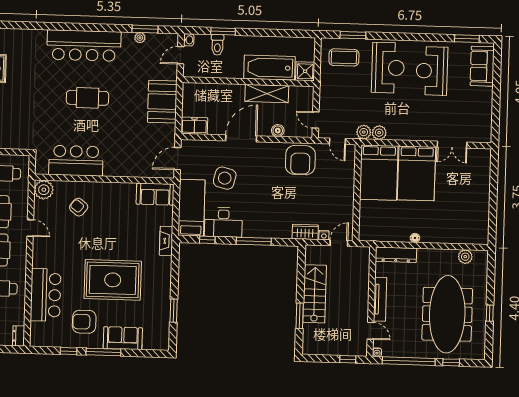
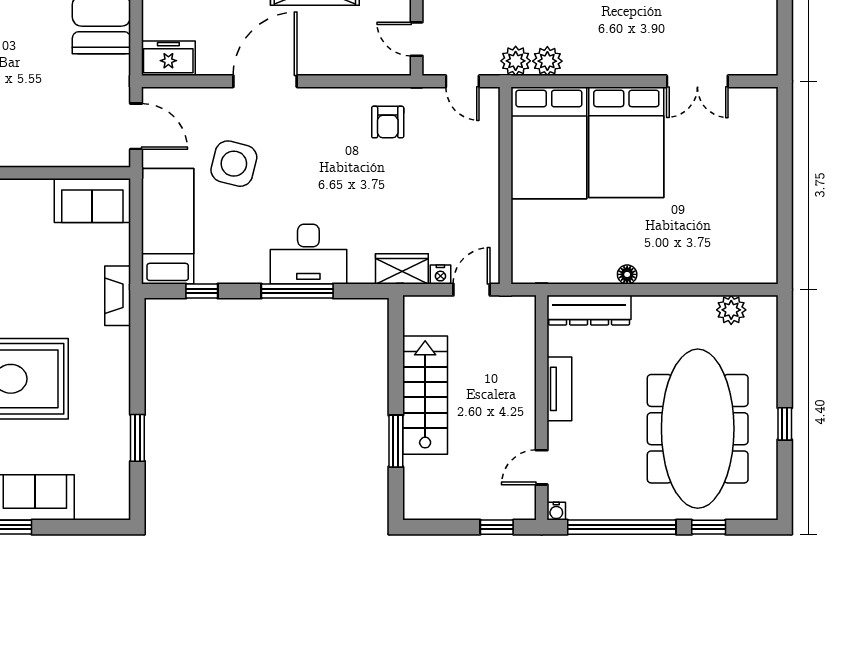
boiler: (278, 131) -> (340, 63), removed
door: (178, 159) -> (136, 126), swing flipped
armchair: (300, 160) -> (388, 122), width x0.53, depth x0.53
desk: (223, 222) -> (308, 254), moved
tv unit: (380, 299) -> (559, 389), width x0.71
door: (370, 331) -> (542, 467), swing flipped

